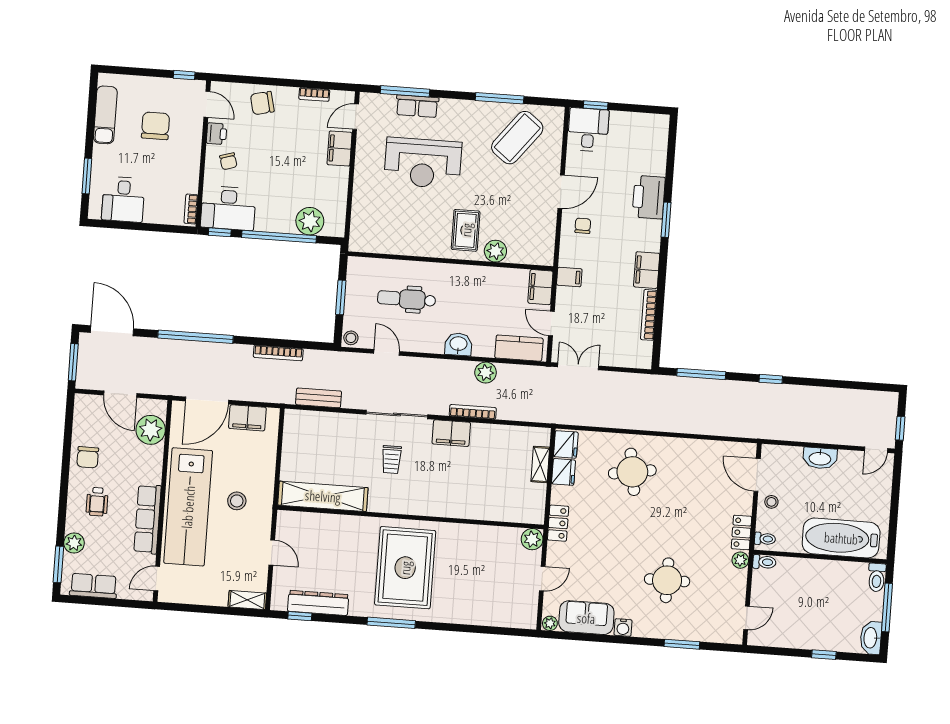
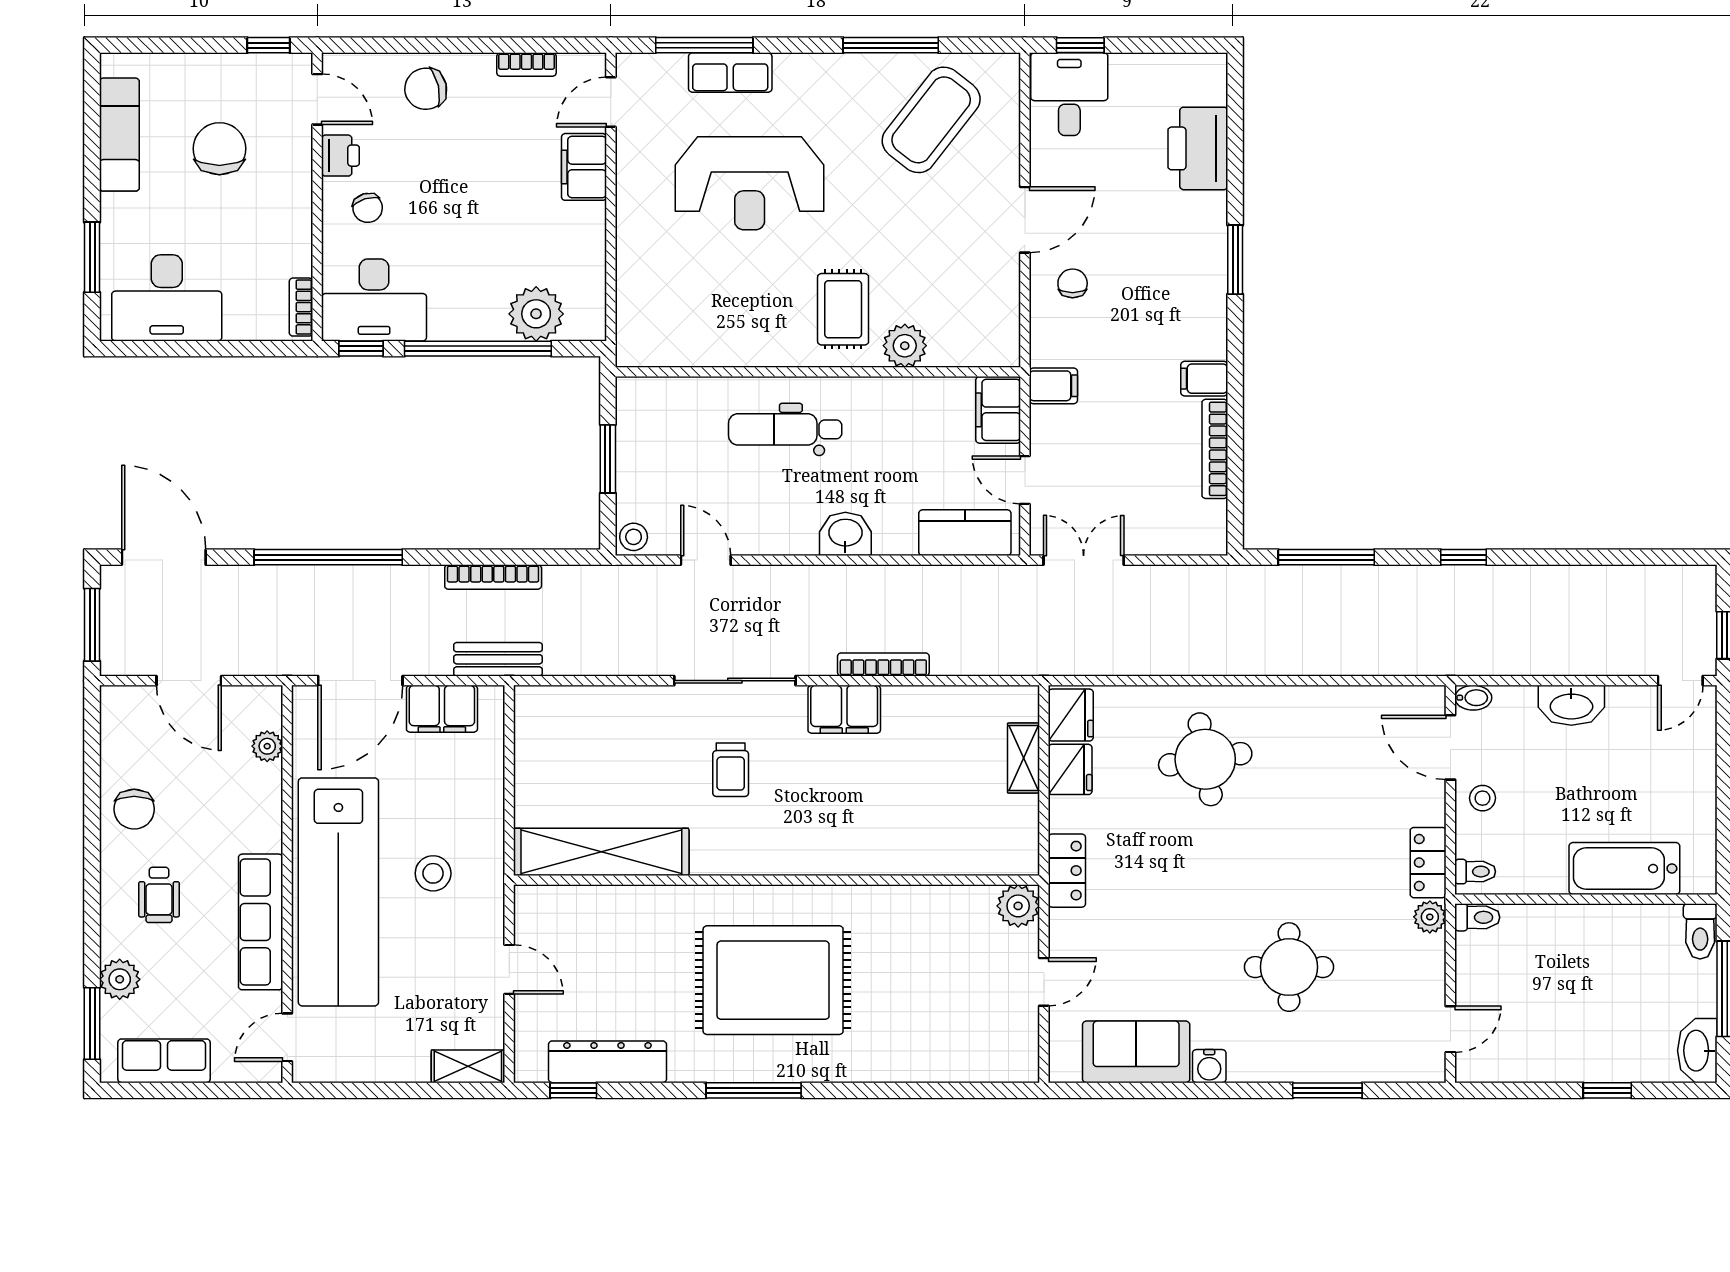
printer: (649, 197) -> (1198, 148), moved
desk: (123, 199) -> (167, 298), width x1.37
filing cabinet: (647, 270) -> (1204, 379), width x0.50
dental chair: (407, 299) -> (785, 429), moved
plant: (486, 373) -> (903, 586), removed
bench: (319, 398) -> (498, 659), moved
plant: (151, 430) -> (267, 746), width x0.53, depth x0.53
bidet: (771, 451) -> (1473, 698), added
bathtub: (841, 538) -> (1624, 868), width x0.73, depth x0.73
rug: (405, 568) -> (773, 980), turned 90
plant: (550, 623) -> (1065, 1068), removed

